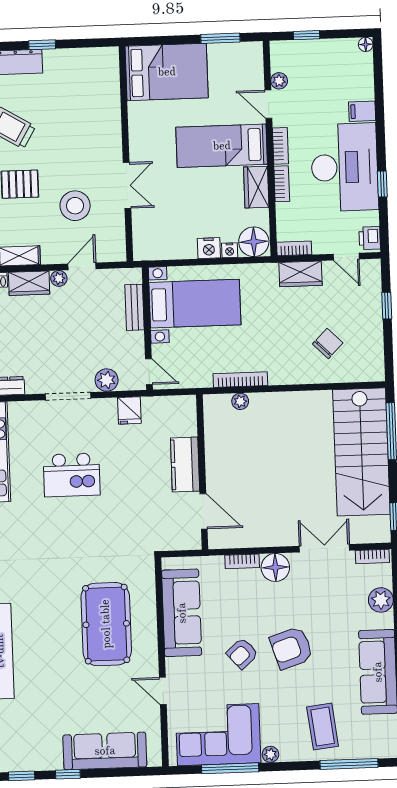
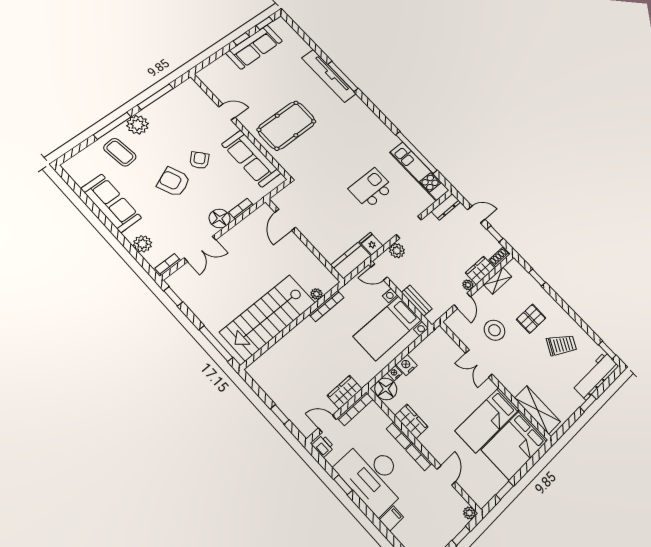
window: (220, 38) -> (505, 490), width x0.67
plant: (279, 81) -> (469, 513), moved
shelving: (107, 85) -> (538, 410), added
door: (268, 104) -> (446, 475), hinge flipped
bed: (222, 146) -> (487, 420), moved, turned 180
bookcase: (294, 248) -> (355, 409), width x1.56
chair: (328, 343) -> (295, 365), removed
stairs: (361, 452) -> (268, 317), moved, turned -90
kitchen counter: (185, 464) -> (351, 260), moved, turned -90
door: (204, 511) -> (285, 220), hinge flipped
pool table: (106, 624) -> (287, 126), turned 90
armchair: (291, 648) -> (174, 182), turned -95
corner sofa: (218, 735) -> (177, 110), removed
sofa: (105, 751) -> (254, 47), moved
plant: (270, 754) -> (138, 125), width x1.88, depth x1.88
window: (349, 764) -> (112, 126), moved

